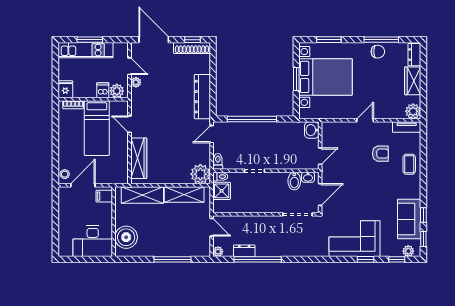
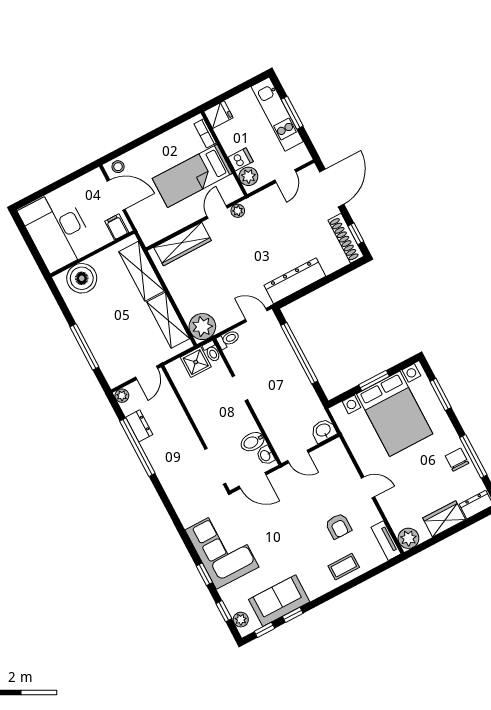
chair: (378, 52) -> (457, 460), turned 180
plant: (136, 82) -> (238, 211), moved
desk: (93, 241) -> (57, 230), width x1.36, depth x1.30

